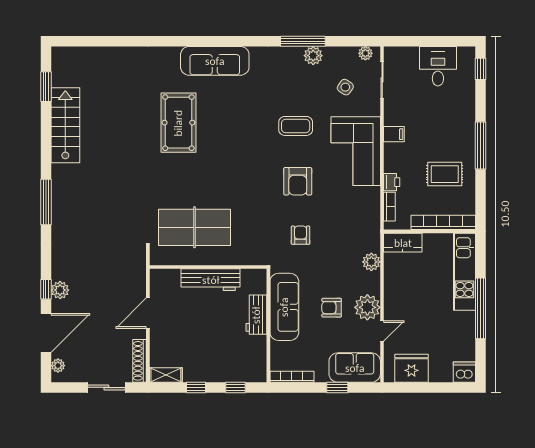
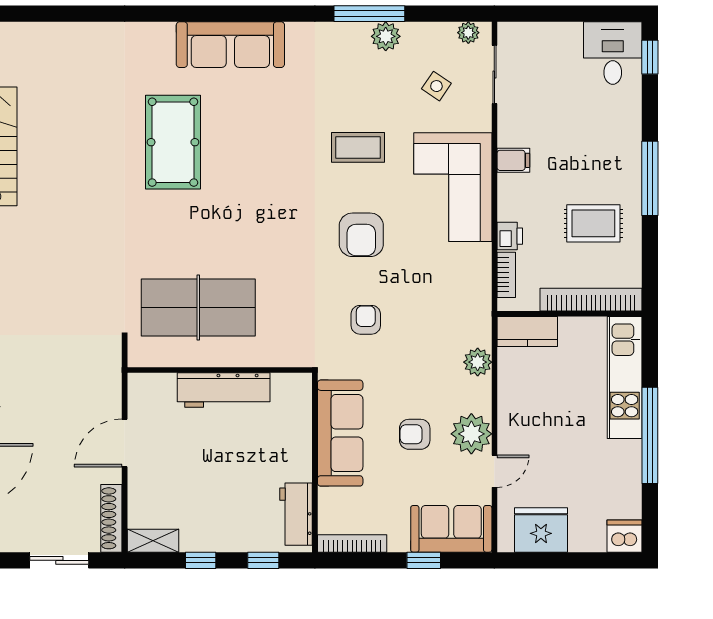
desk: (438, 66) -> (613, 53), moved
workbench: (256, 315) -> (296, 514), moved

